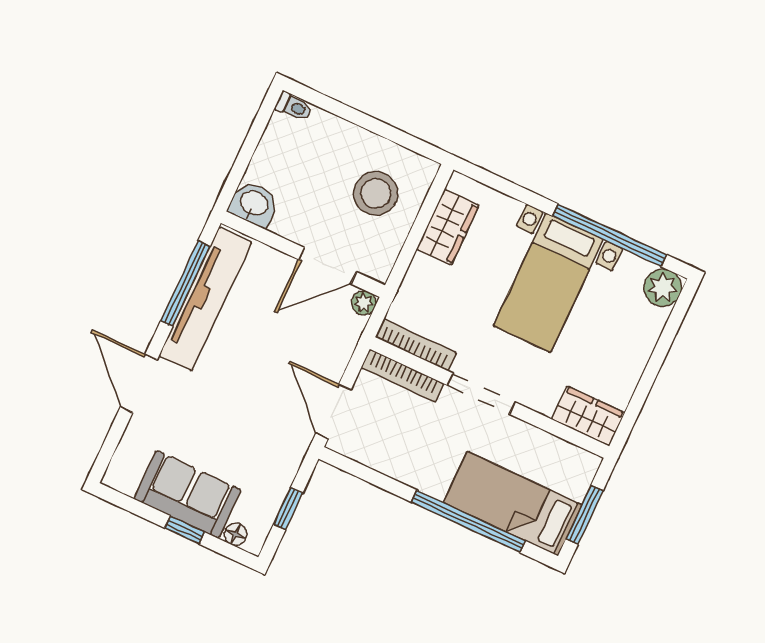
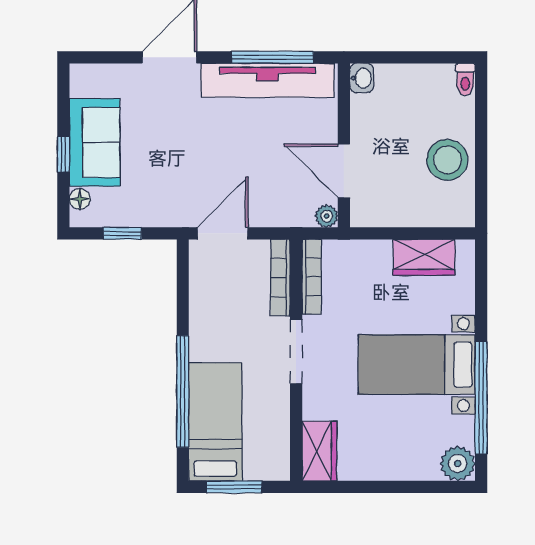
stool: (376, 193) -> (447, 160), moved
washbasin: (254, 204) -> (362, 78), width x0.72, depth x0.69

